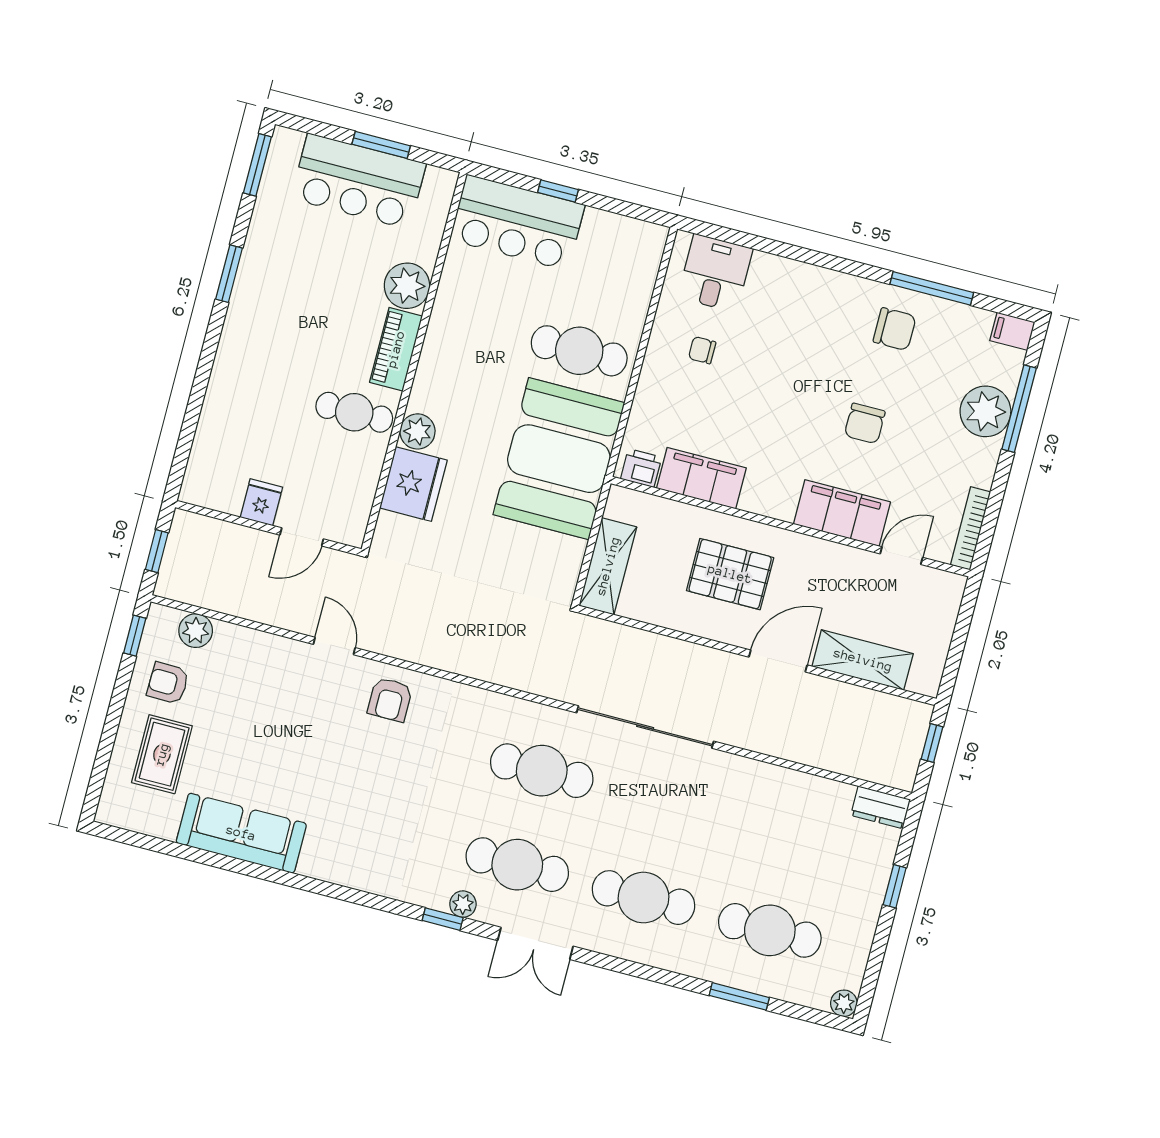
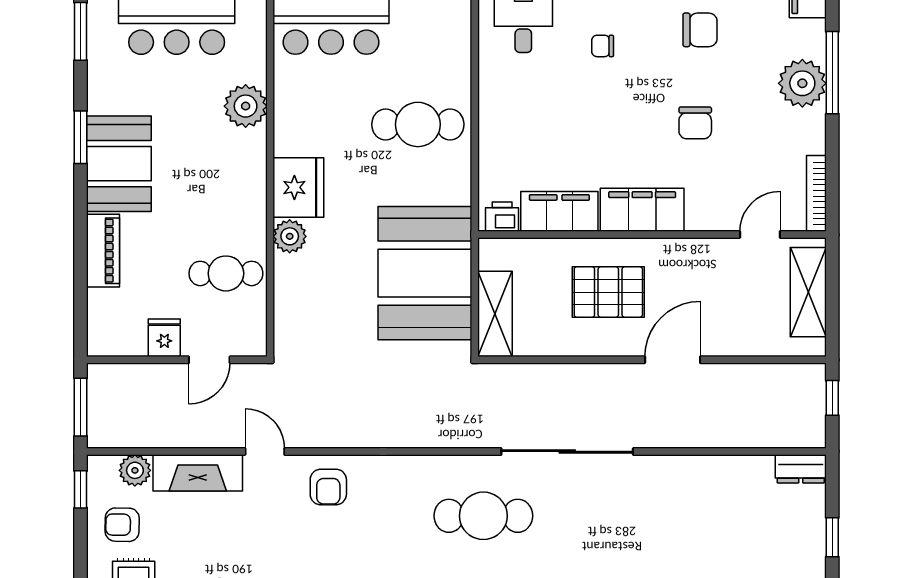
booth: (261, 311) -> (119, 164), added
piano: (396, 349) -> (103, 251), moved, turned 180
chair: (702, 350) -> (603, 46), moved
cafe table: (354, 412) -> (226, 273), moved
booth: (559, 459) -> (425, 273), moved
fridge: (413, 484) -> (298, 187), moved
filing cabinet: (842, 513) -> (642, 210), moved
window: (157, 551) -> (81, 407), width x1.50
fireplace: (260, 650) -> (198, 473), added
shelving: (863, 660) -> (808, 292), moved, turned 90

